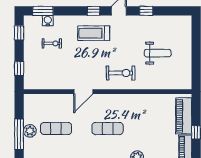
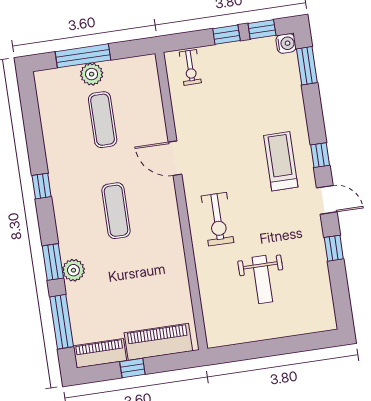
water cooler: (48, 21) -> (286, 43), moved
exercise bike: (52, 43) -> (190, 67), moved
window: (19, 69) -> (226, 35), moved

